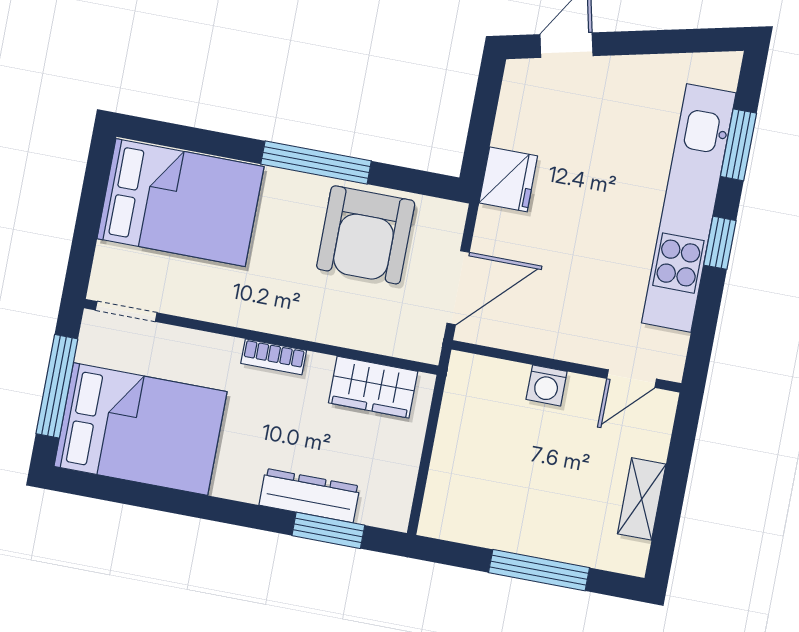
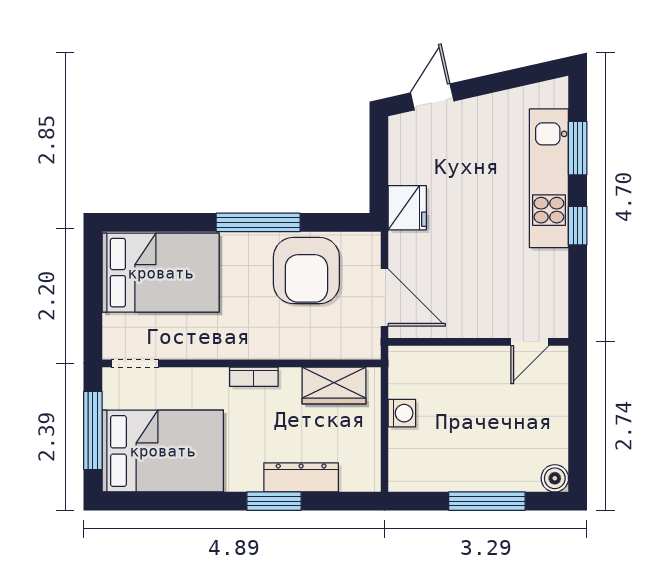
kitchen unit: (689, 208) -> (549, 178), width x0.73
door: (458, 288) -> (384, 298), hinge flipped
washing machine: (547, 385) -> (402, 413), moved, turned -90
shelving: (642, 499) -> (555, 432), removed
window: (328, 530) -> (274, 501), moved
boiler: (630, 557) -> (555, 478), added

